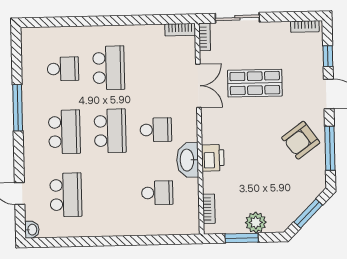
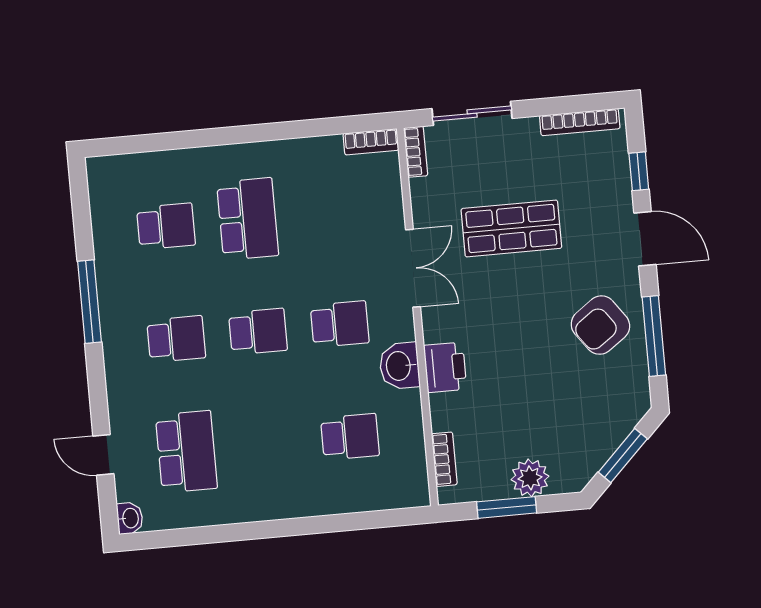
bookcase: (305, 26) -> (580, 122), width x1.56
double door: (198, 86) -> (413, 268), moved
school desk: (110, 131) -> (258, 332), width x0.54
school desk: (64, 132) -> (176, 339), width x0.54
washbasin: (188, 160) -> (399, 366), width x0.72

